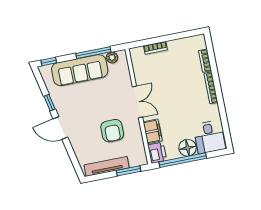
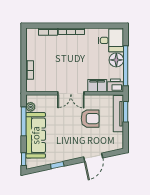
double door: (137, 102) -> (71, 93), swing flipped
door: (60, 128) -> (93, 157), moved
tv unit: (107, 166) -> (118, 114), moved

